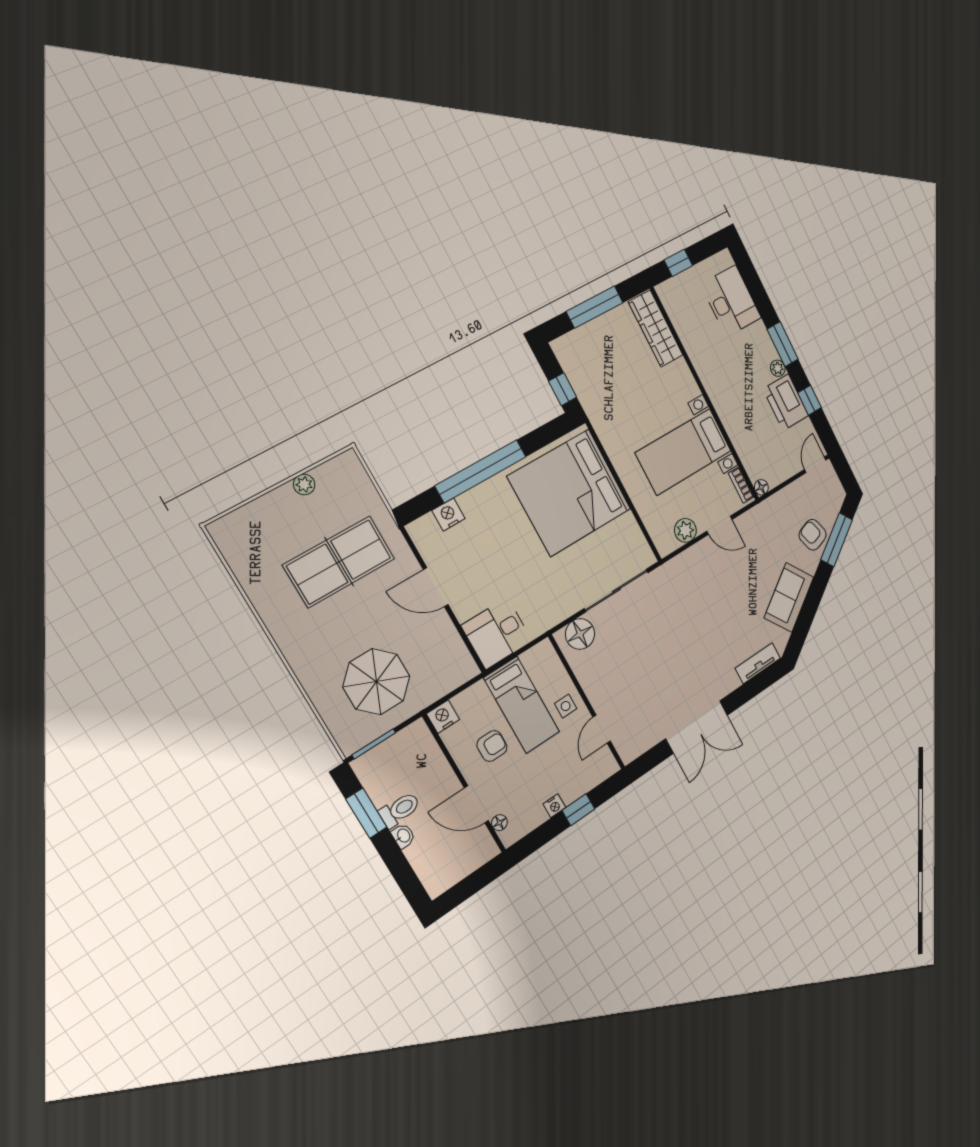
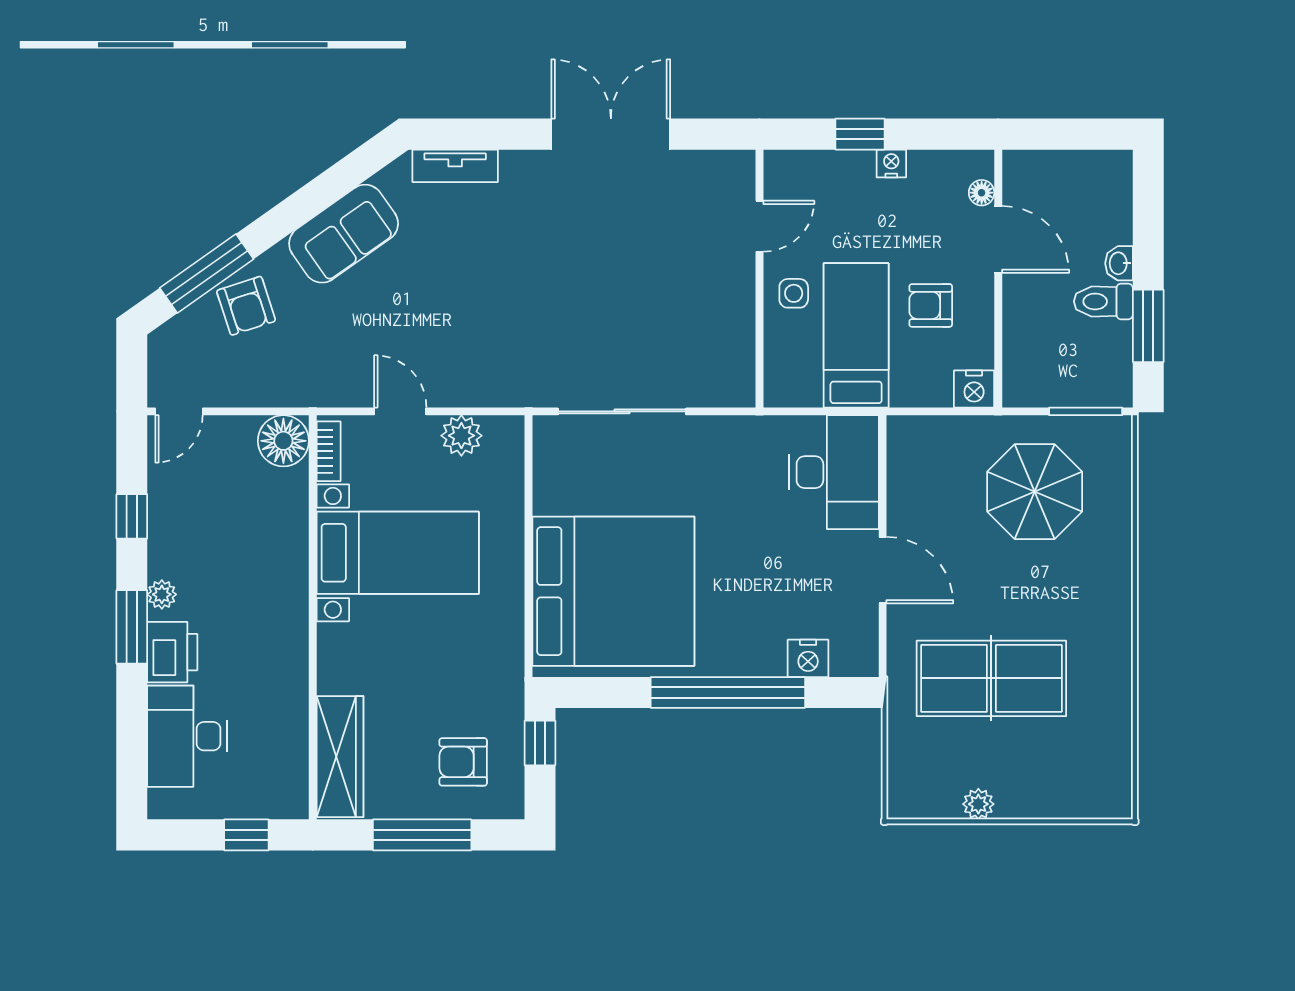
armchair: (595, 358) -> (463, 762), added
printer: (786, 402) -> (172, 652), moved, width x0.73, depth x0.84
floor lamp: (761, 487) -> (283, 441), width x1.89, depth x1.89
desk: (497, 633) -> (834, 472), width x1.37
floor lamp: (580, 634) -> (713, 382), removed

